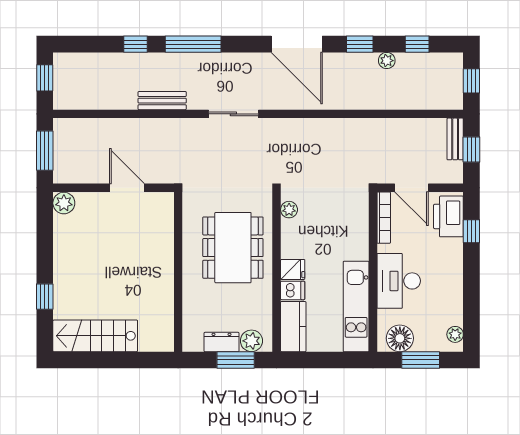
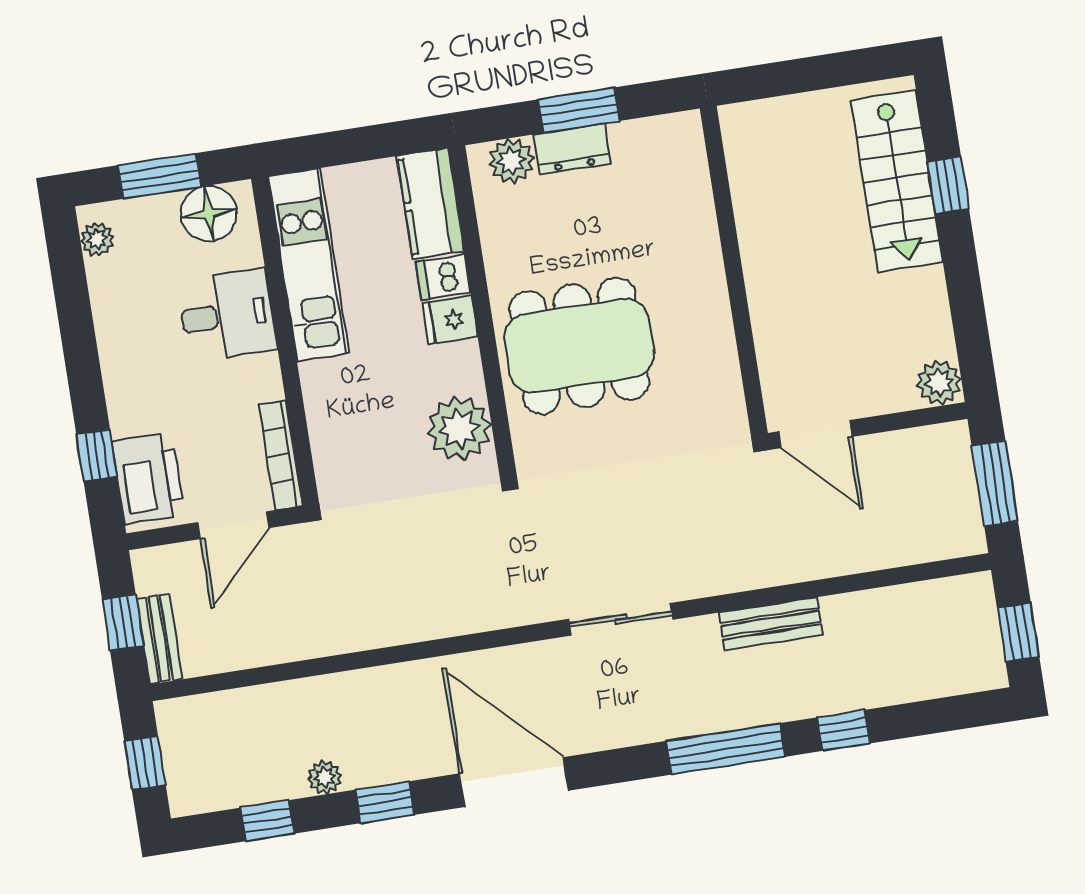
door: (411, 188) -> (233, 525), swing flipped
plant: (289, 210) -> (459, 429), width x1.87, depth x1.87
dining table: (233, 248) -> (579, 346), turned 90
wall: (178, 272) -> (734, 271), moved
desk: (399, 281) -> (227, 315), width x0.73
stairs: (95, 336) -> (897, 181), moved, turned 90
window: (236, 360) -> (579, 110), moved

